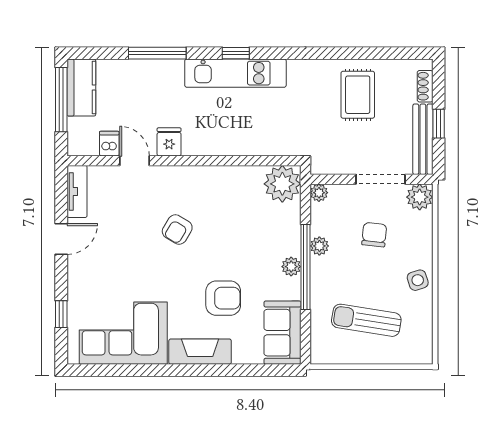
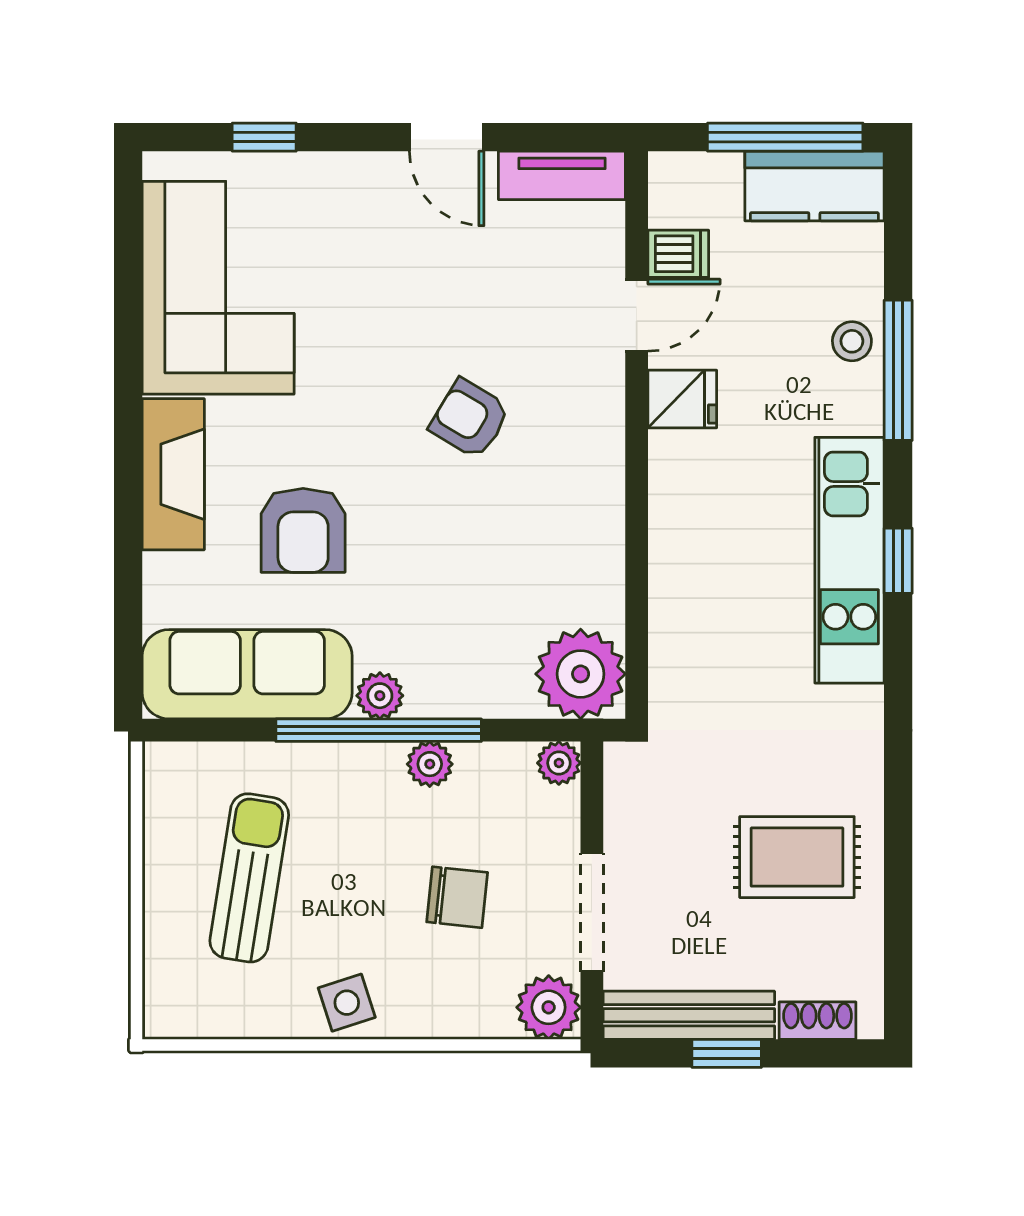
stool: (145, 72) -> (852, 341), added
sofa: (282, 333) -> (247, 674), width x1.36

